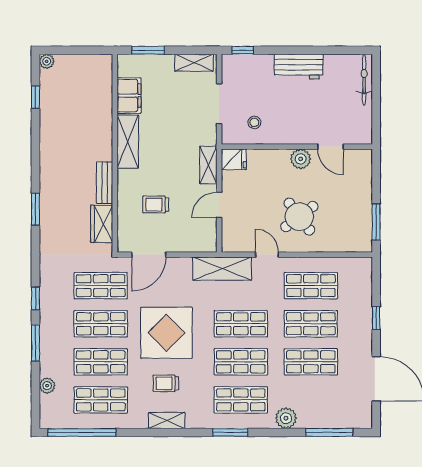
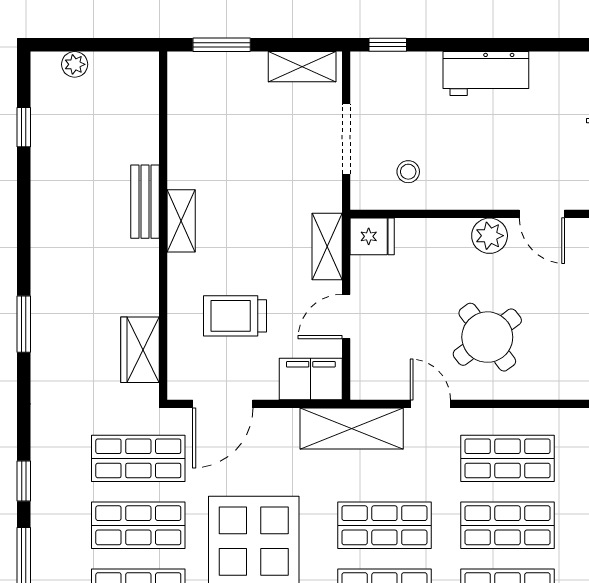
plant: (47, 61) -> (75, 64), moved
filing cabinet: (129, 96) -> (311, 379), moved, turned -90
shelving: (128, 142) -> (181, 221), width x0.67, depth x0.75
bench: (105, 183) -> (145, 202), moved
trolley: (156, 205) -> (235, 316), width x1.36, depth x1.39

